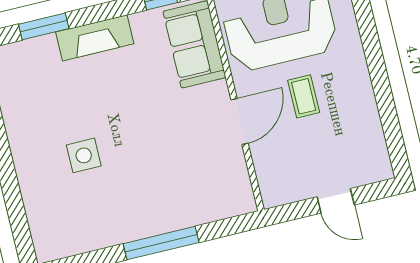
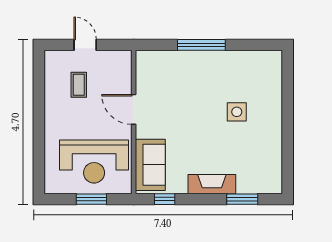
coffee table: (304, 96) -> (79, 85), moved
door: (240, 121) -> (134, 109), hinge flipped

